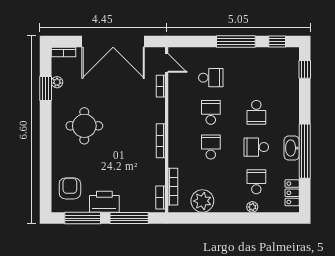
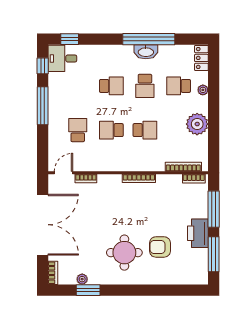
desk: (285, 62) -> (62, 58), added
school desk: (211, 147) -> (145, 130), turned 180
armchair: (70, 188) -> (160, 247), moved
locker: (292, 193) -> (201, 58), moved, turned 90
plant: (202, 201) -> (197, 124), moved

